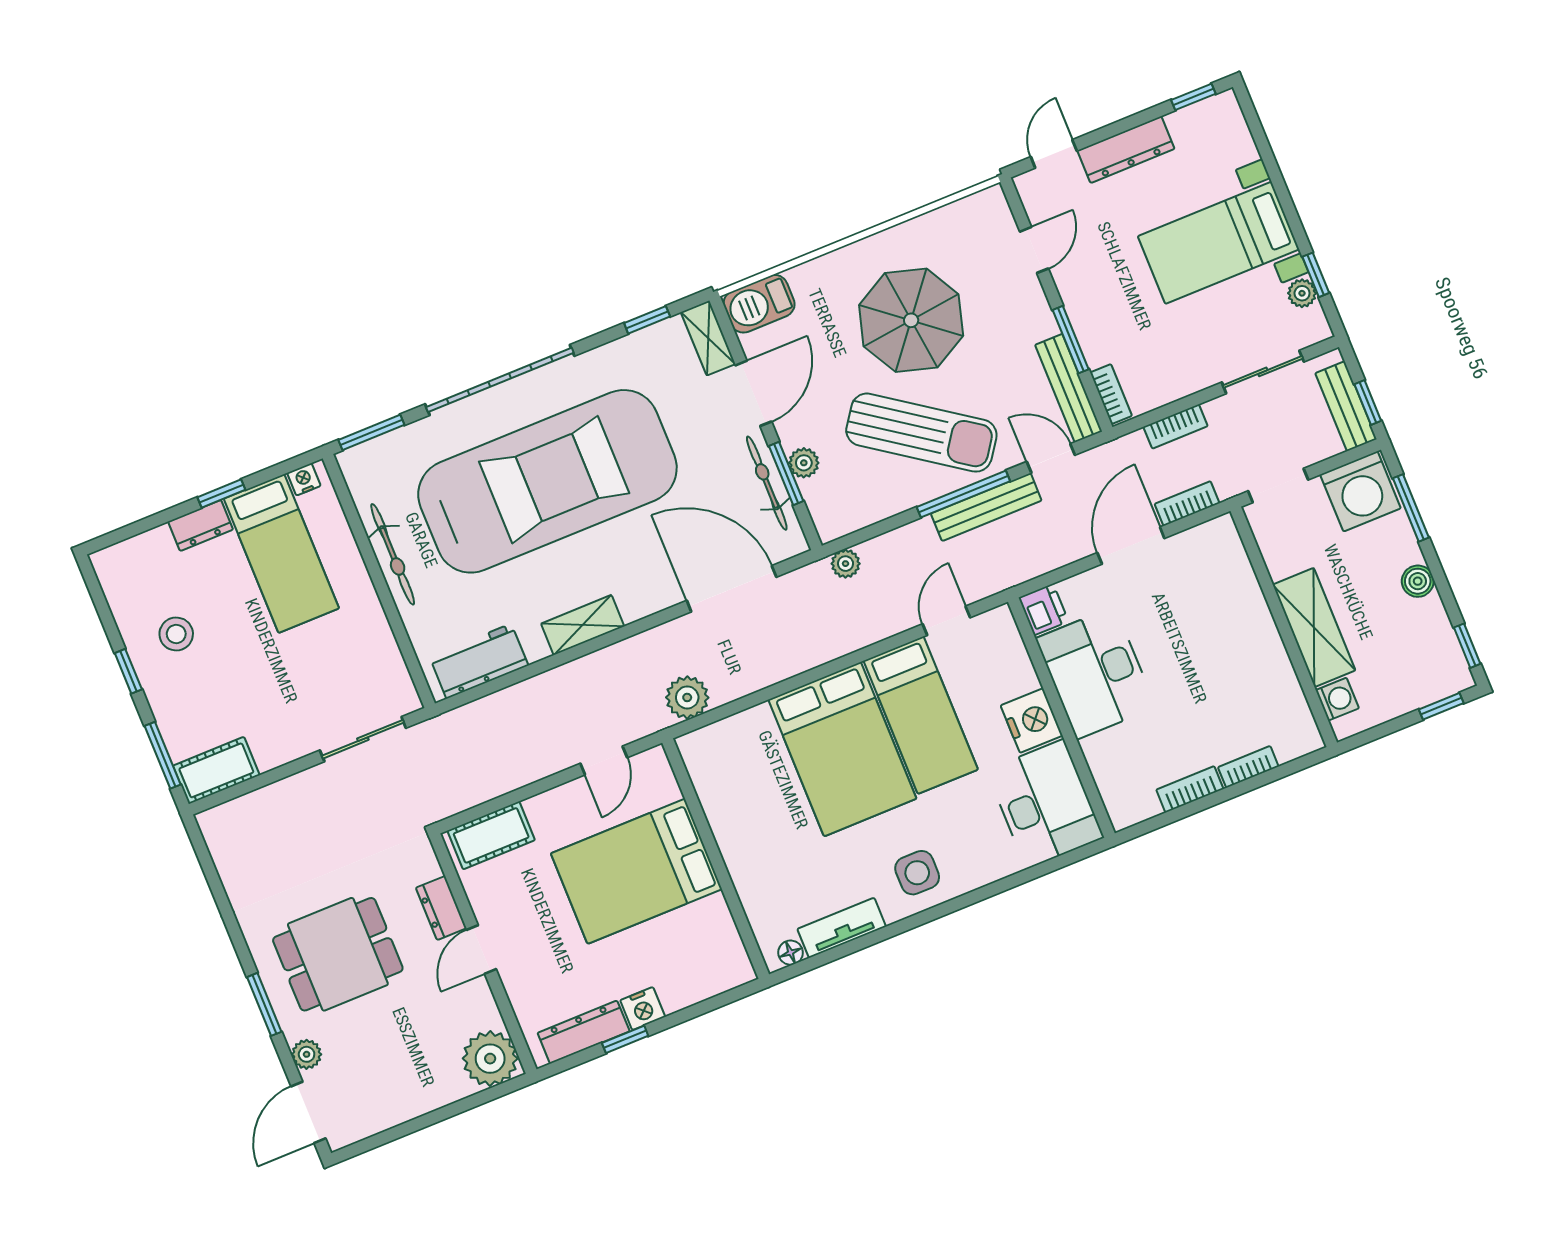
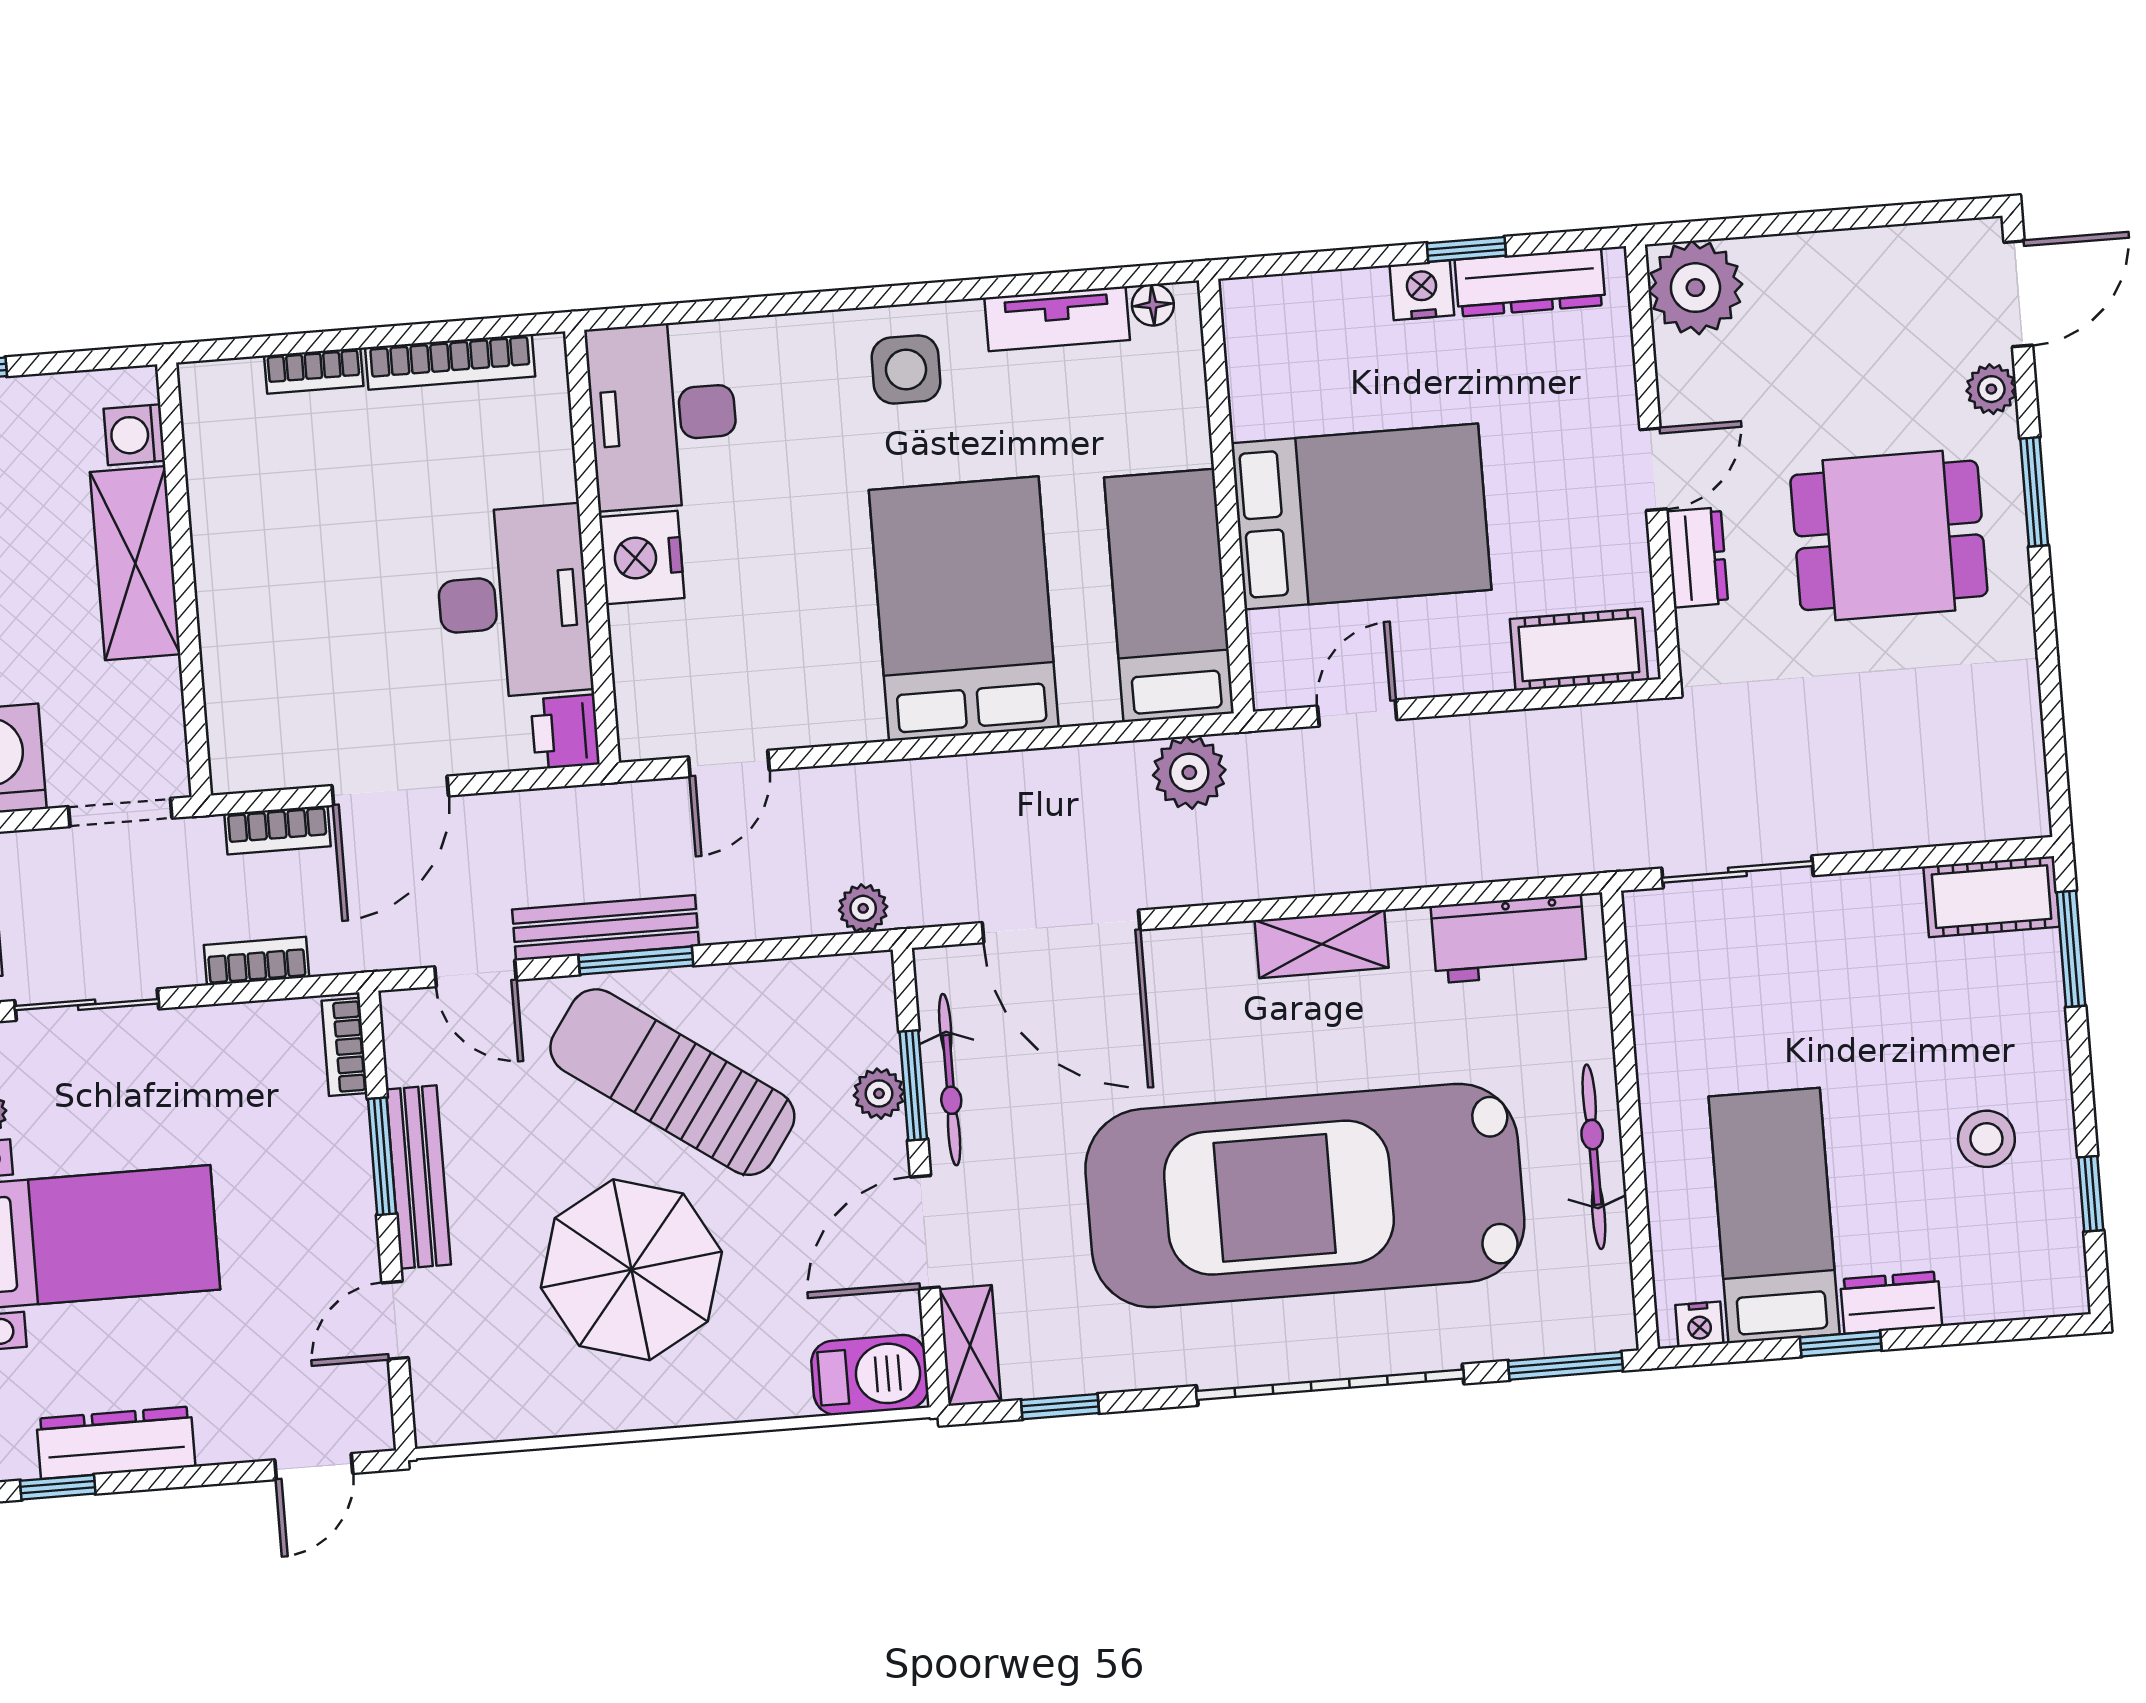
dresser: (1126, 150) -> (116, 1443), moved
bench: (1069, 388) -> (418, 1177), moved
window: (963, 494) -> (636, 961), width x0.69
window: (128, 671) -> (2091, 1194), moved
bed: (921, 715) -> (1169, 595), moved
bookcase: (1190, 789) -> (450, 362), width x1.56

